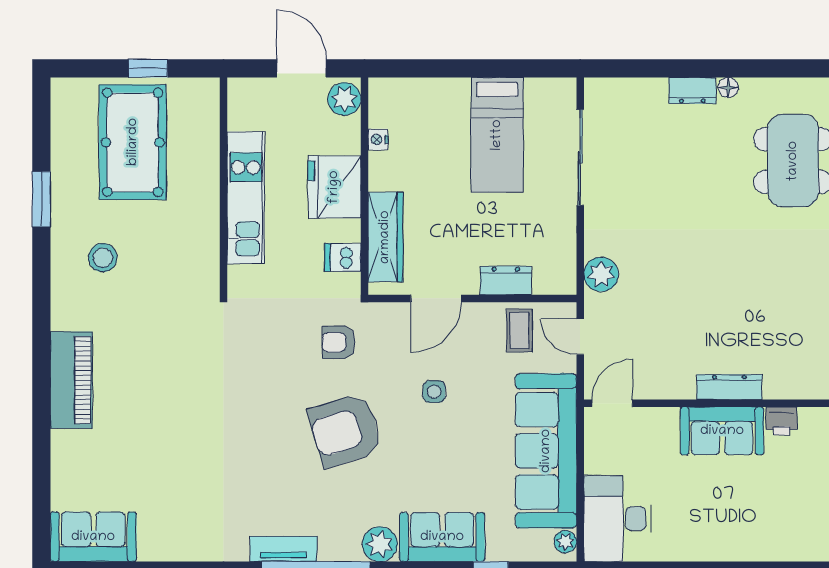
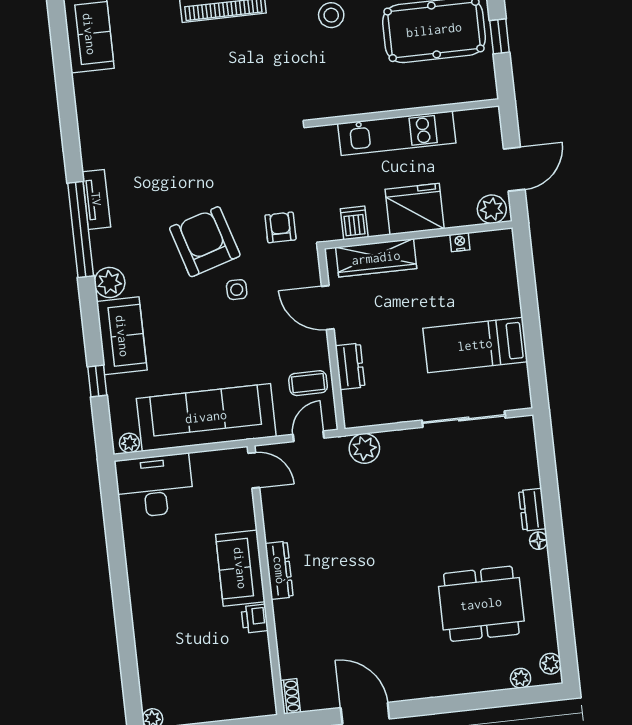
side table: (434, 392) -> (237, 290), moved

